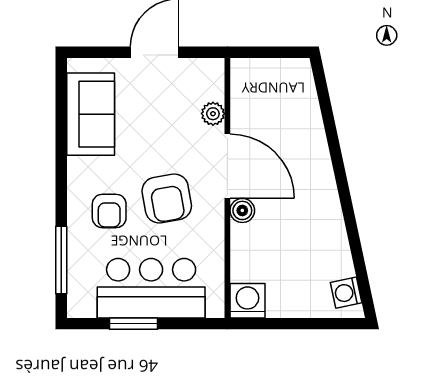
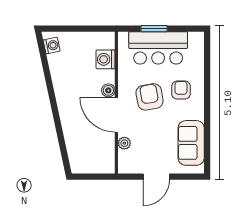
window: (61, 260) -> (207, 63), removed
washing machine: (247, 301) -> (105, 59), moved, turned 90
window: (133, 324) -> (154, 29), moved

